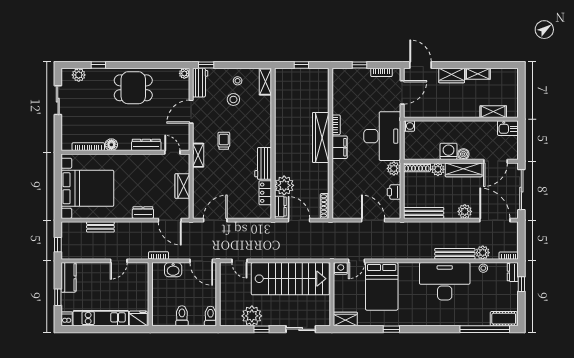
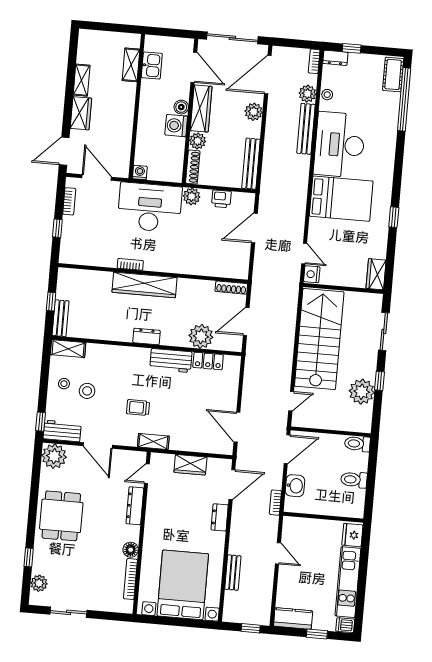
plant: (184, 73) -> (54, 456), width x1.87, depth x1.87
bench: (289, 74) -> (61, 318), added
kitchen sink: (508, 128) -> (152, 65), moved
filing cabinet: (340, 147) -> (159, 262), removed
dresser: (280, 207) -> (146, 336), moved
bed: (382, 286) -> (341, 199), moved

